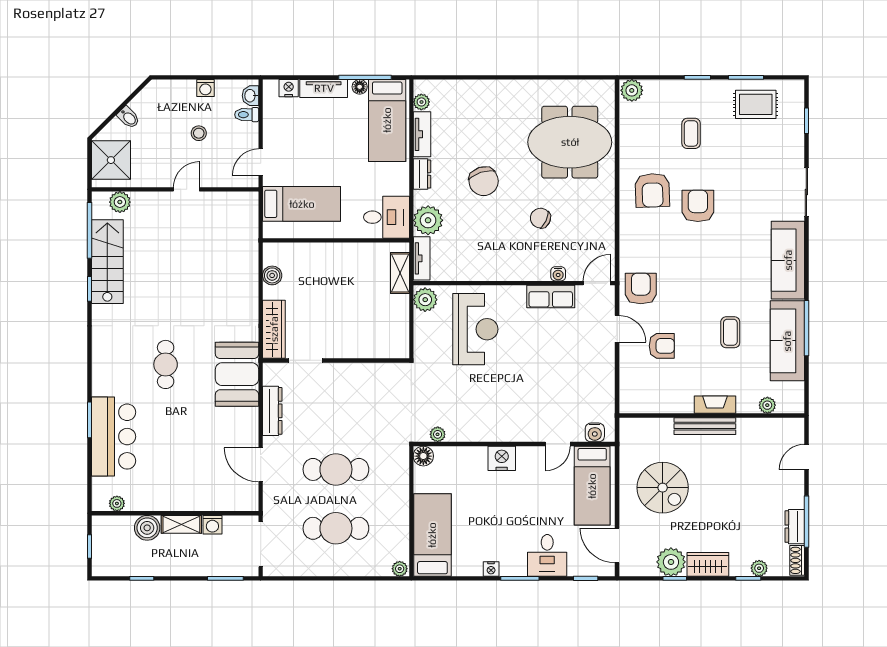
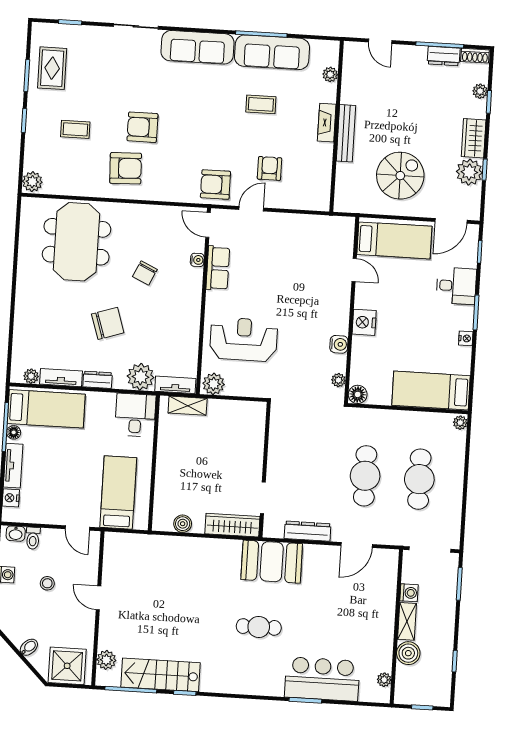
water cooler: (595, 432) -> (339, 344), moved

